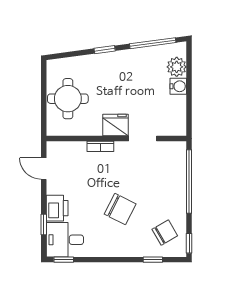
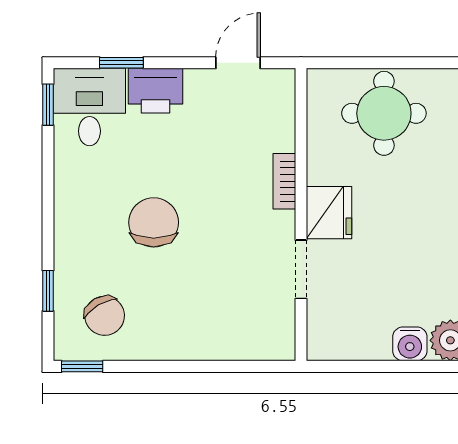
window: (189, 182) -> (211, 366), removed
chair: (120, 209) -> (154, 222), turned 153

